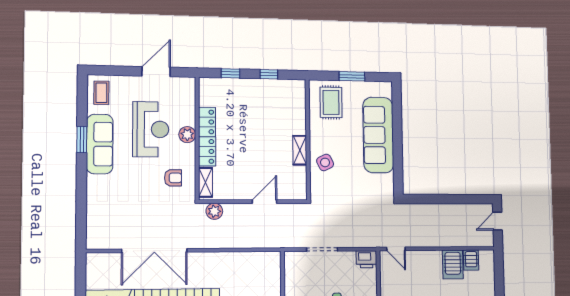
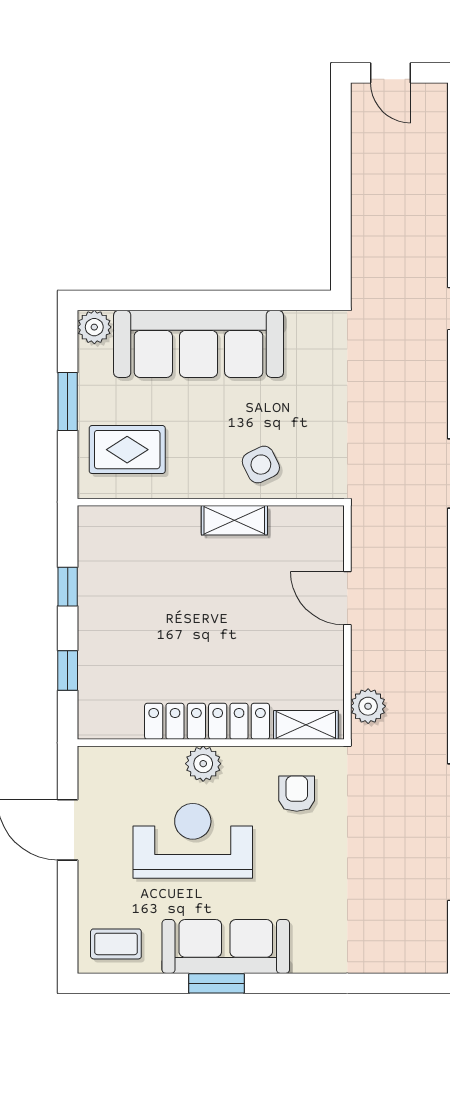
plant: (385, 89) -> (94, 327), added

